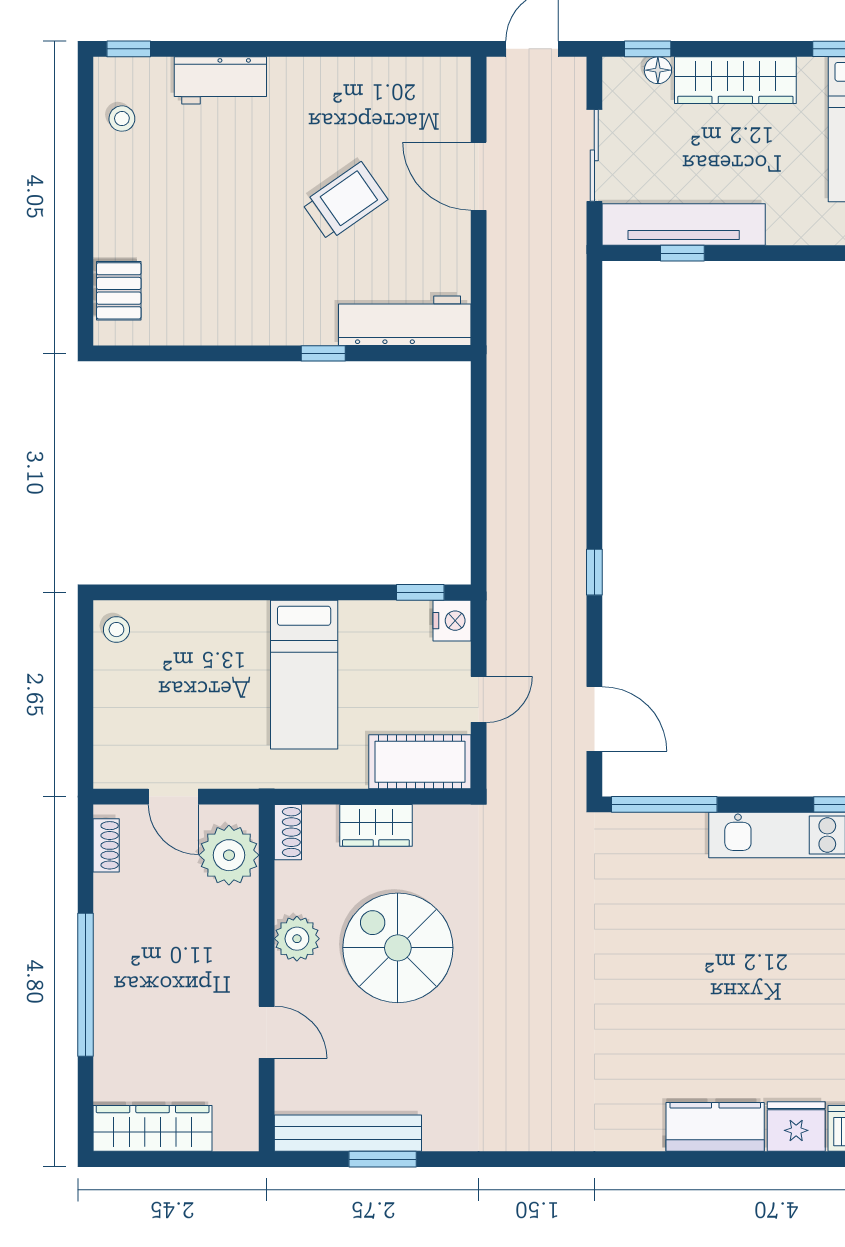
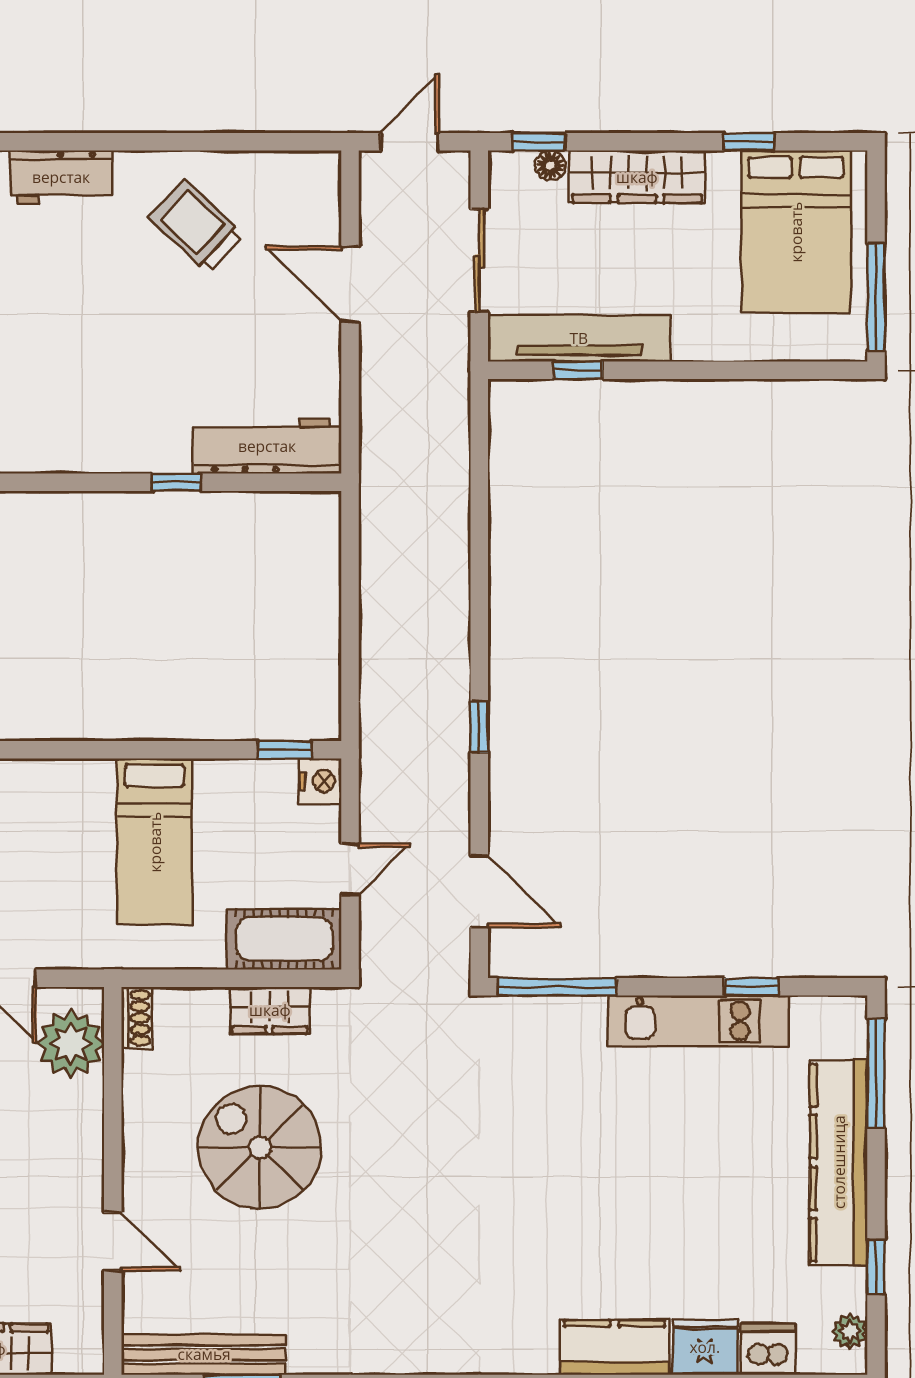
trolley: (345, 201) -> (196, 226), moved, turned -102
wardrobe: (376, 825) -> (270, 1010), moved
plant: (297, 939) -> (147, 1137), removed

